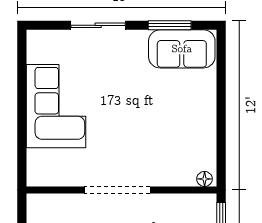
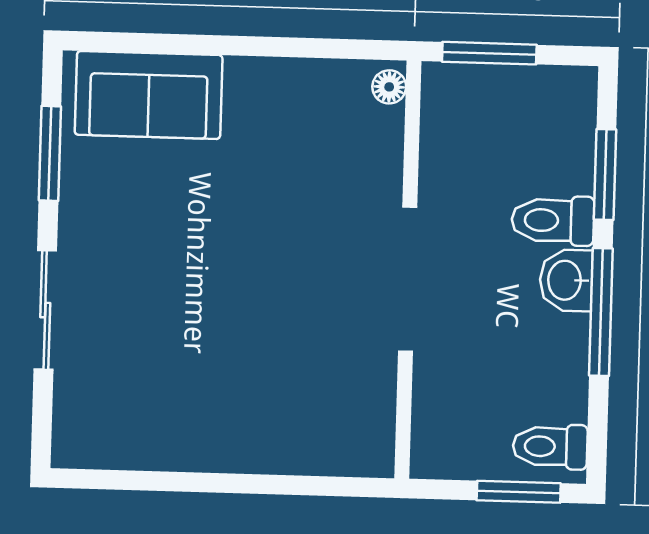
sofa: (182, 49) -> (149, 95), moved, turned 90
corner sofa: (56, 106) -> (220, 408), removed

